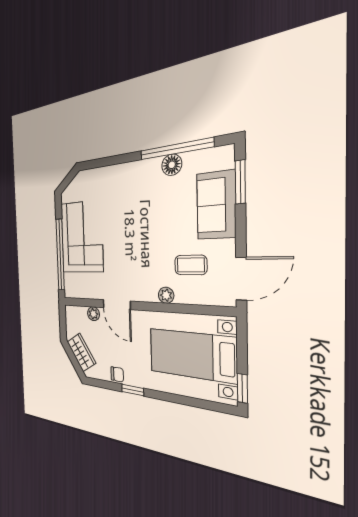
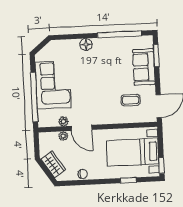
floor lamp: (172, 165) -> (86, 44), moved
plant: (166, 295) -> (63, 121), moved
window: (133, 390) -> (128, 180), moved

